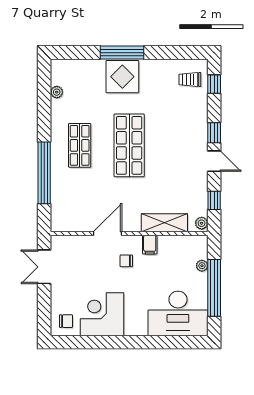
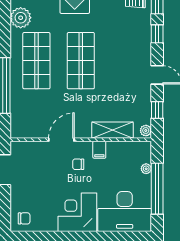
plant: (57, 92) -> (21, 18), width x1.87, depth x1.87
window: (214, 133) -> (157, 34), moved
shop shelf: (80, 145) -> (36, 61), width x1.43, depth x1.36
corner desk: (102, 314) -> (77, 212), moved

